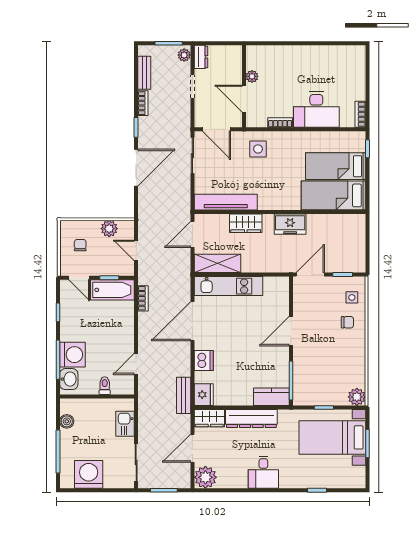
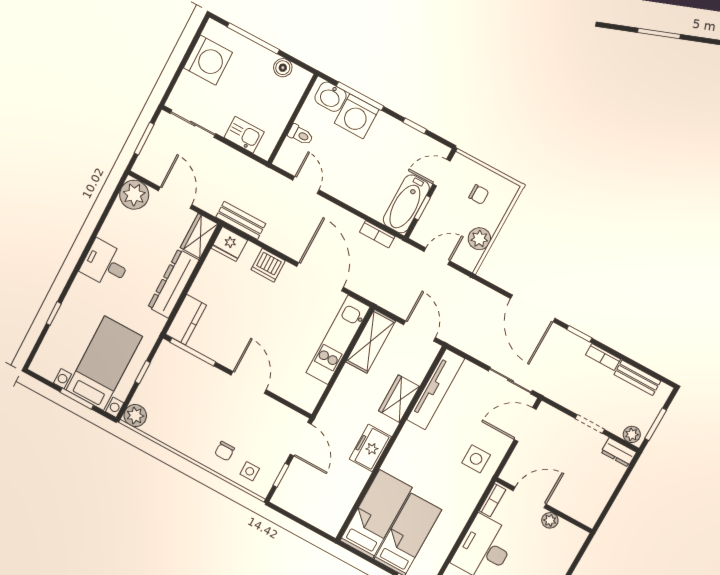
plant: (252, 76) -> (550, 520), moved
wall: (244, 86) -> (544, 505), moved
door: (244, 99) -> (530, 497), moved

